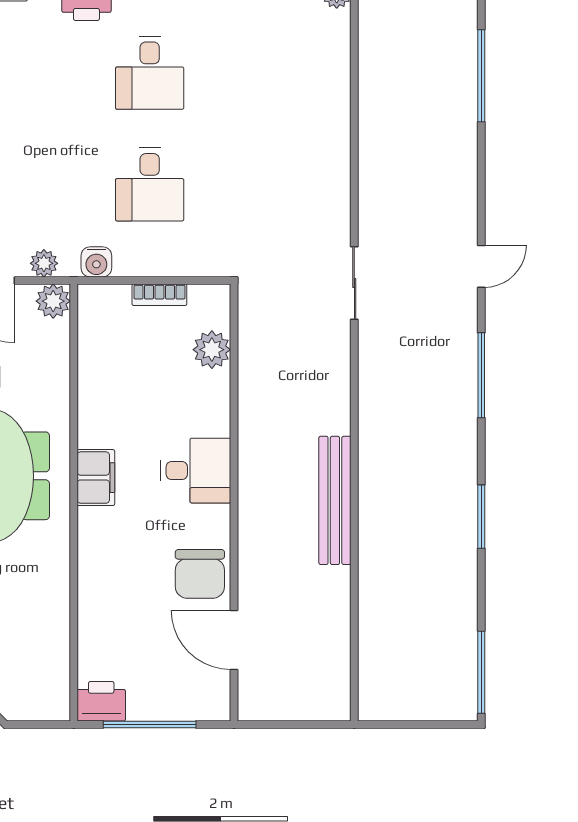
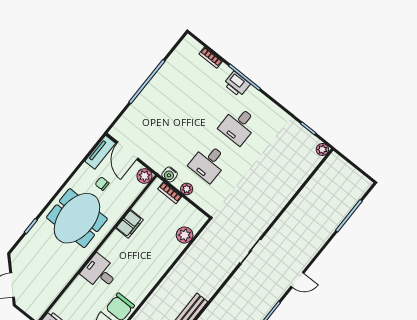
plant: (44, 263) -> (187, 189), moved
bookcase: (159, 295) -> (170, 193), moved
desk: (196, 471) -> (100, 272), moved, turned 180
filing cabinet: (96, 478) -> (129, 224), moved

